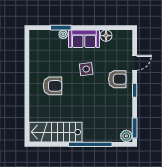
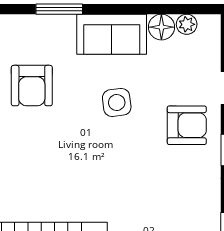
plant: (63, 34) -> (187, 24), moved
armchair: (52, 86) -> (32, 86), moved, turned 90

